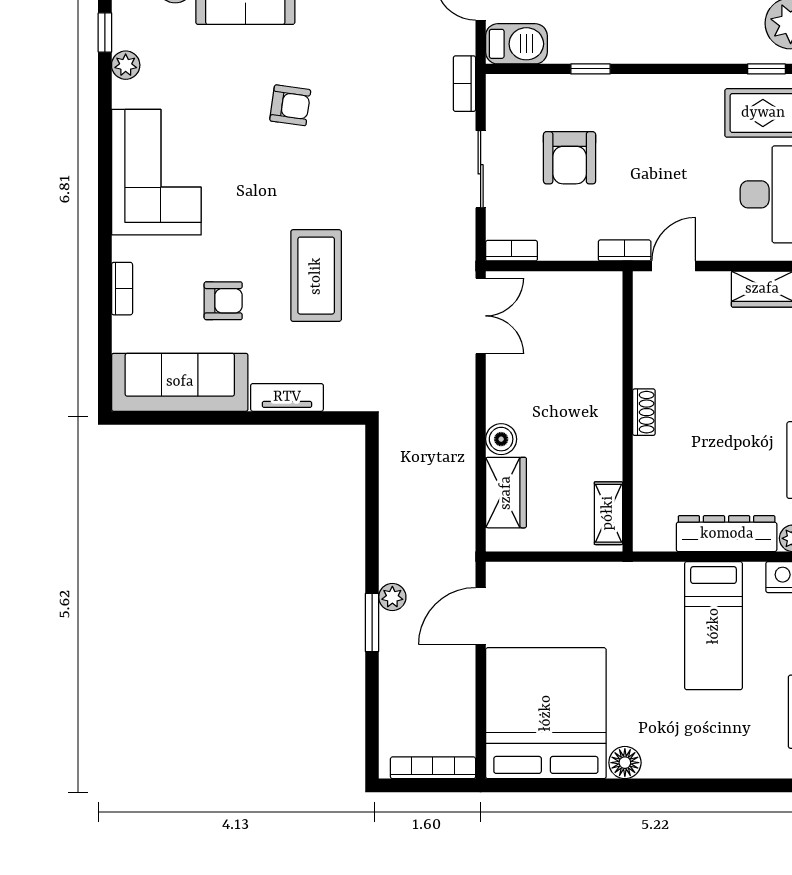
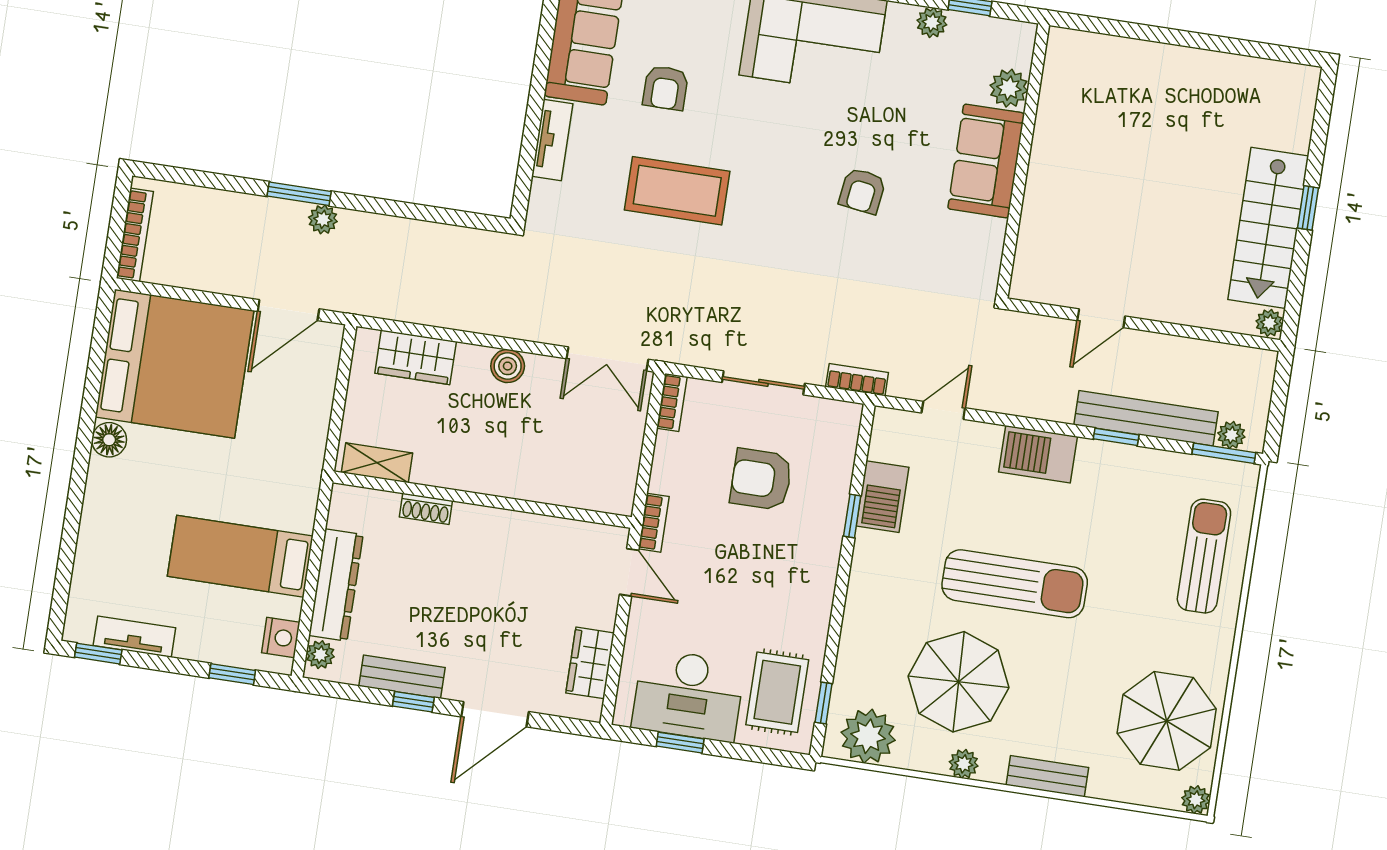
barbecue: (516, 44) -> (882, 497), moved
shoe rack: (644, 412) -> (426, 509), moved
boiler: (501, 439) -> (508, 366), moved
door: (481, 616) -> (288, 310), swing flipped

